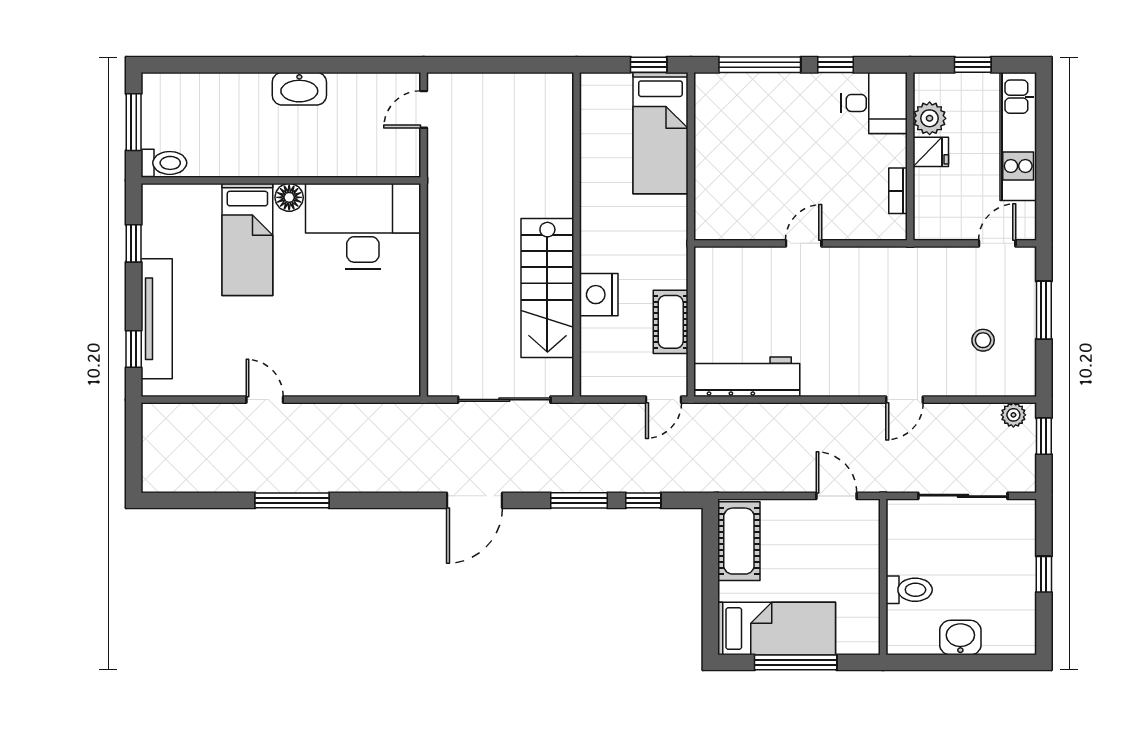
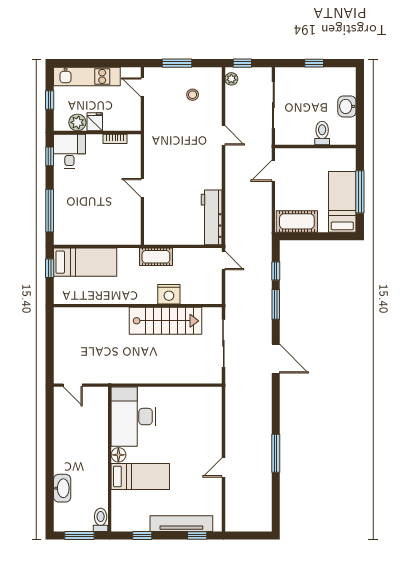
window: (835, 65) -> (50, 156), moved
washbasin: (299, 89) -> (62, 488), moved
cot: (671, 322) -> (156, 257), moved

